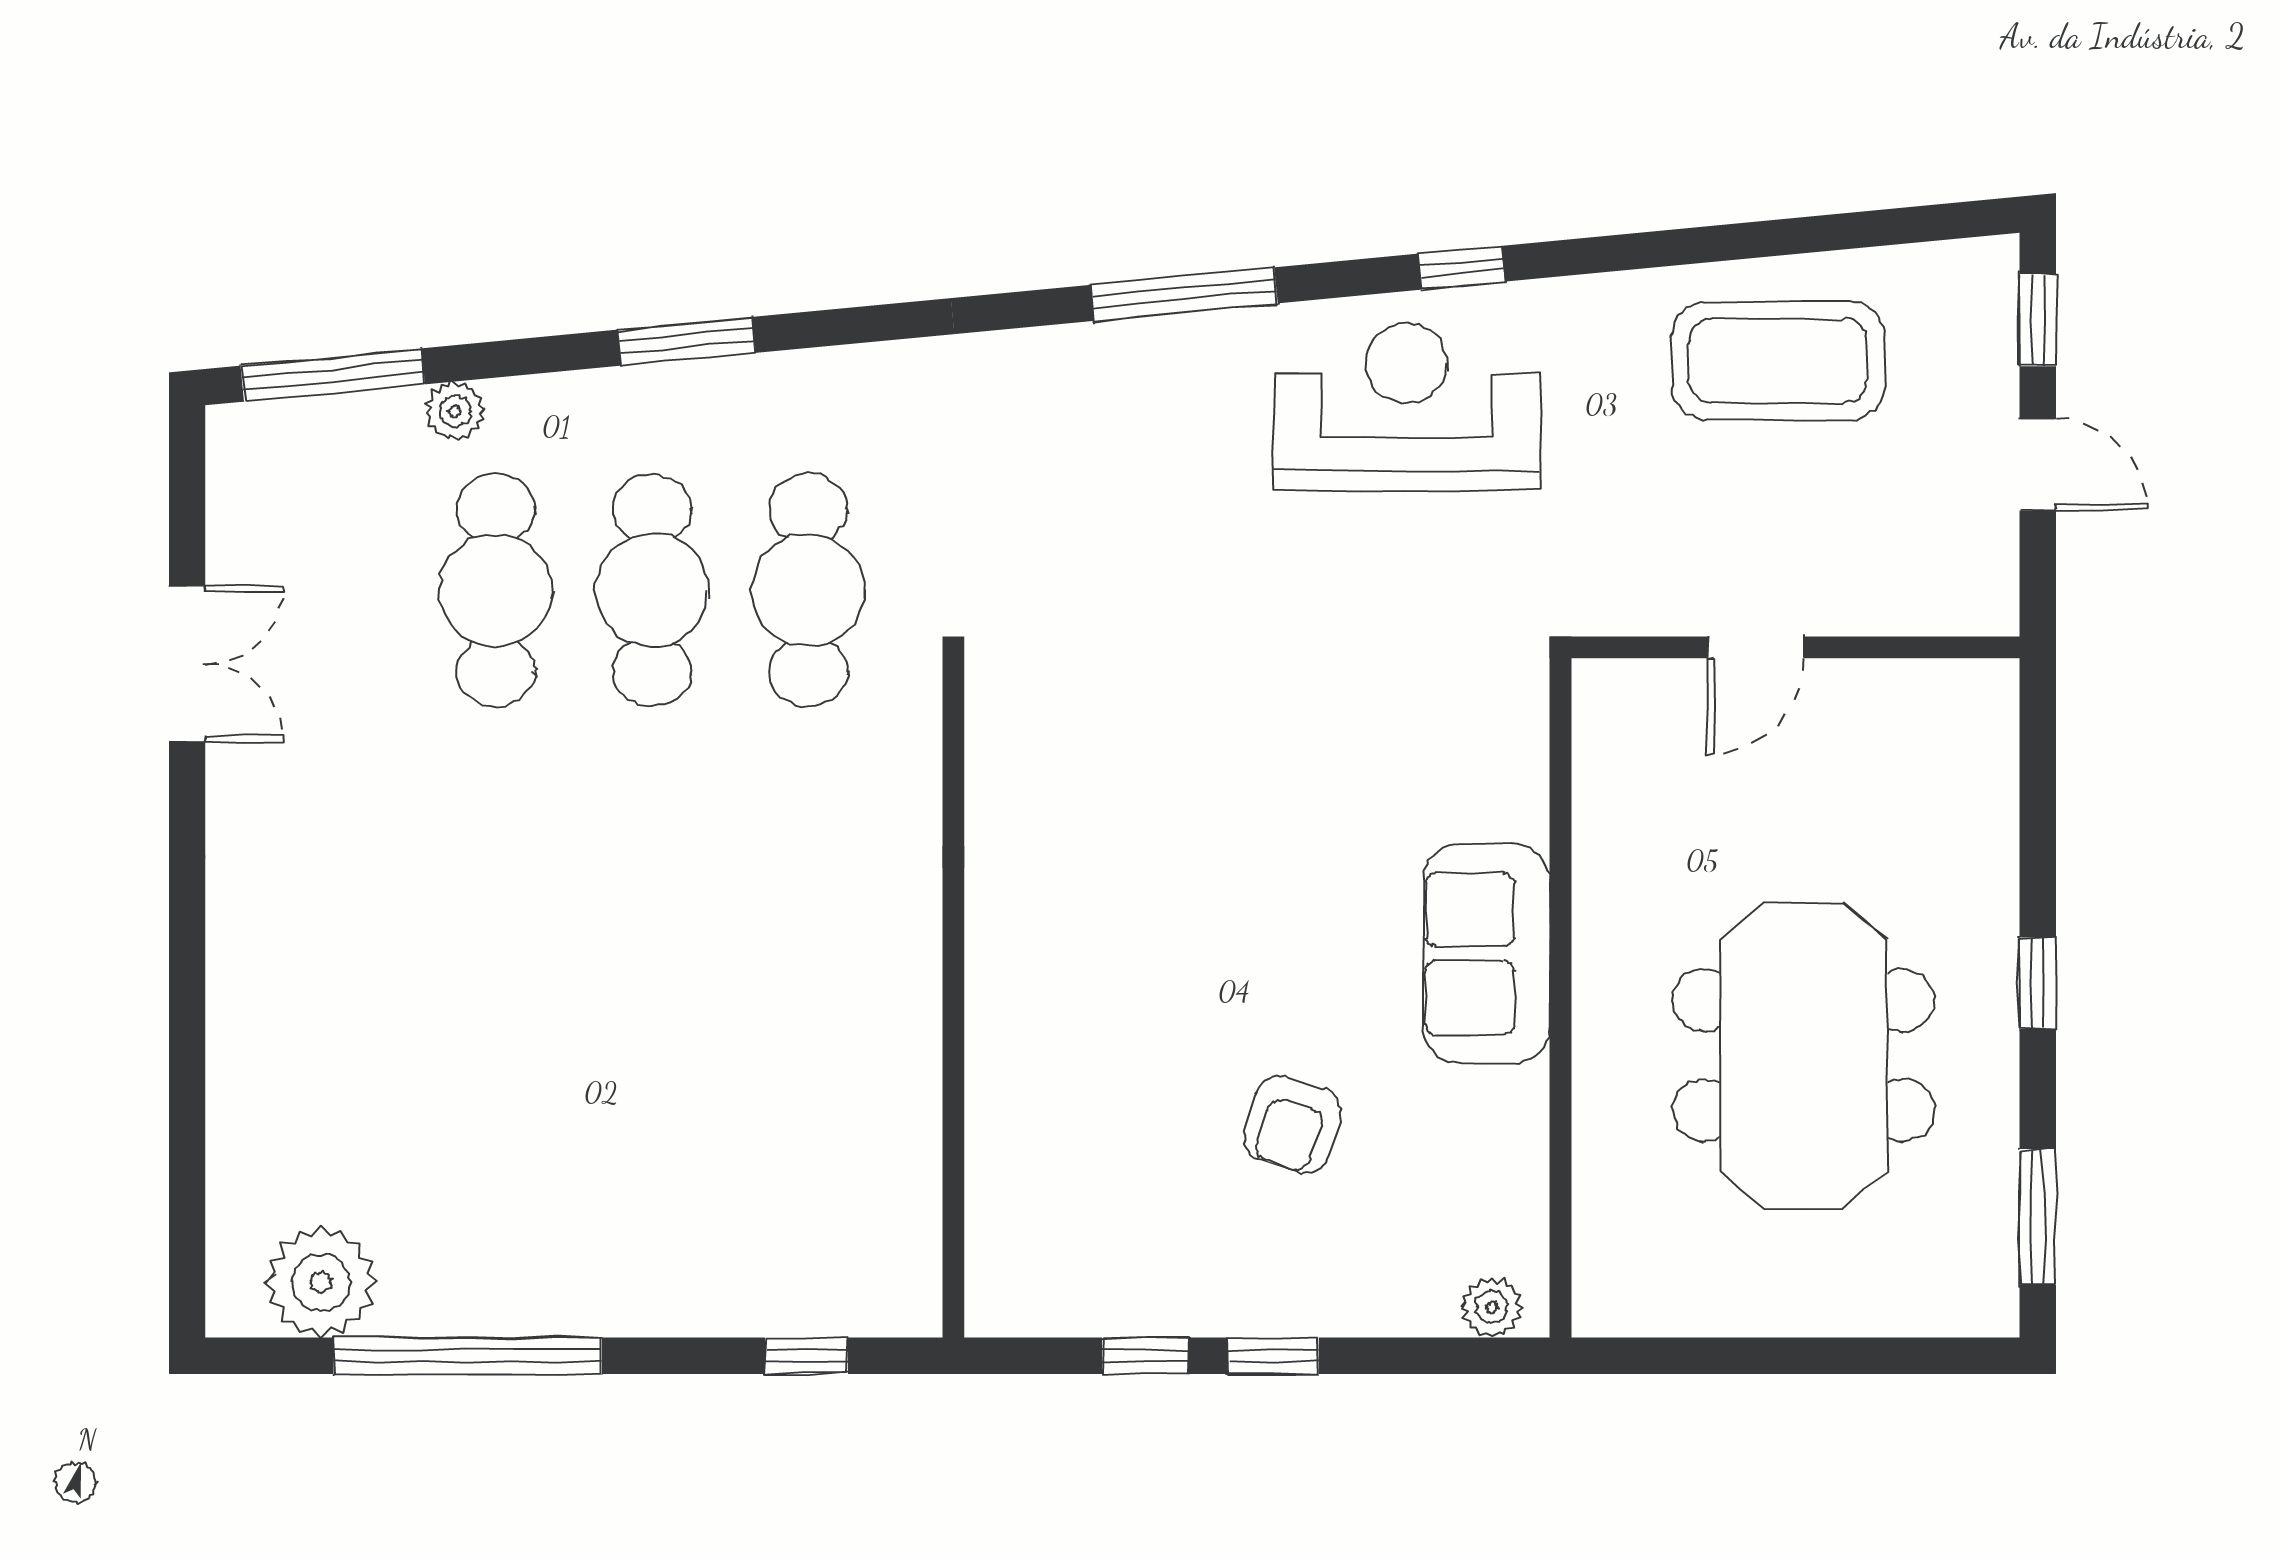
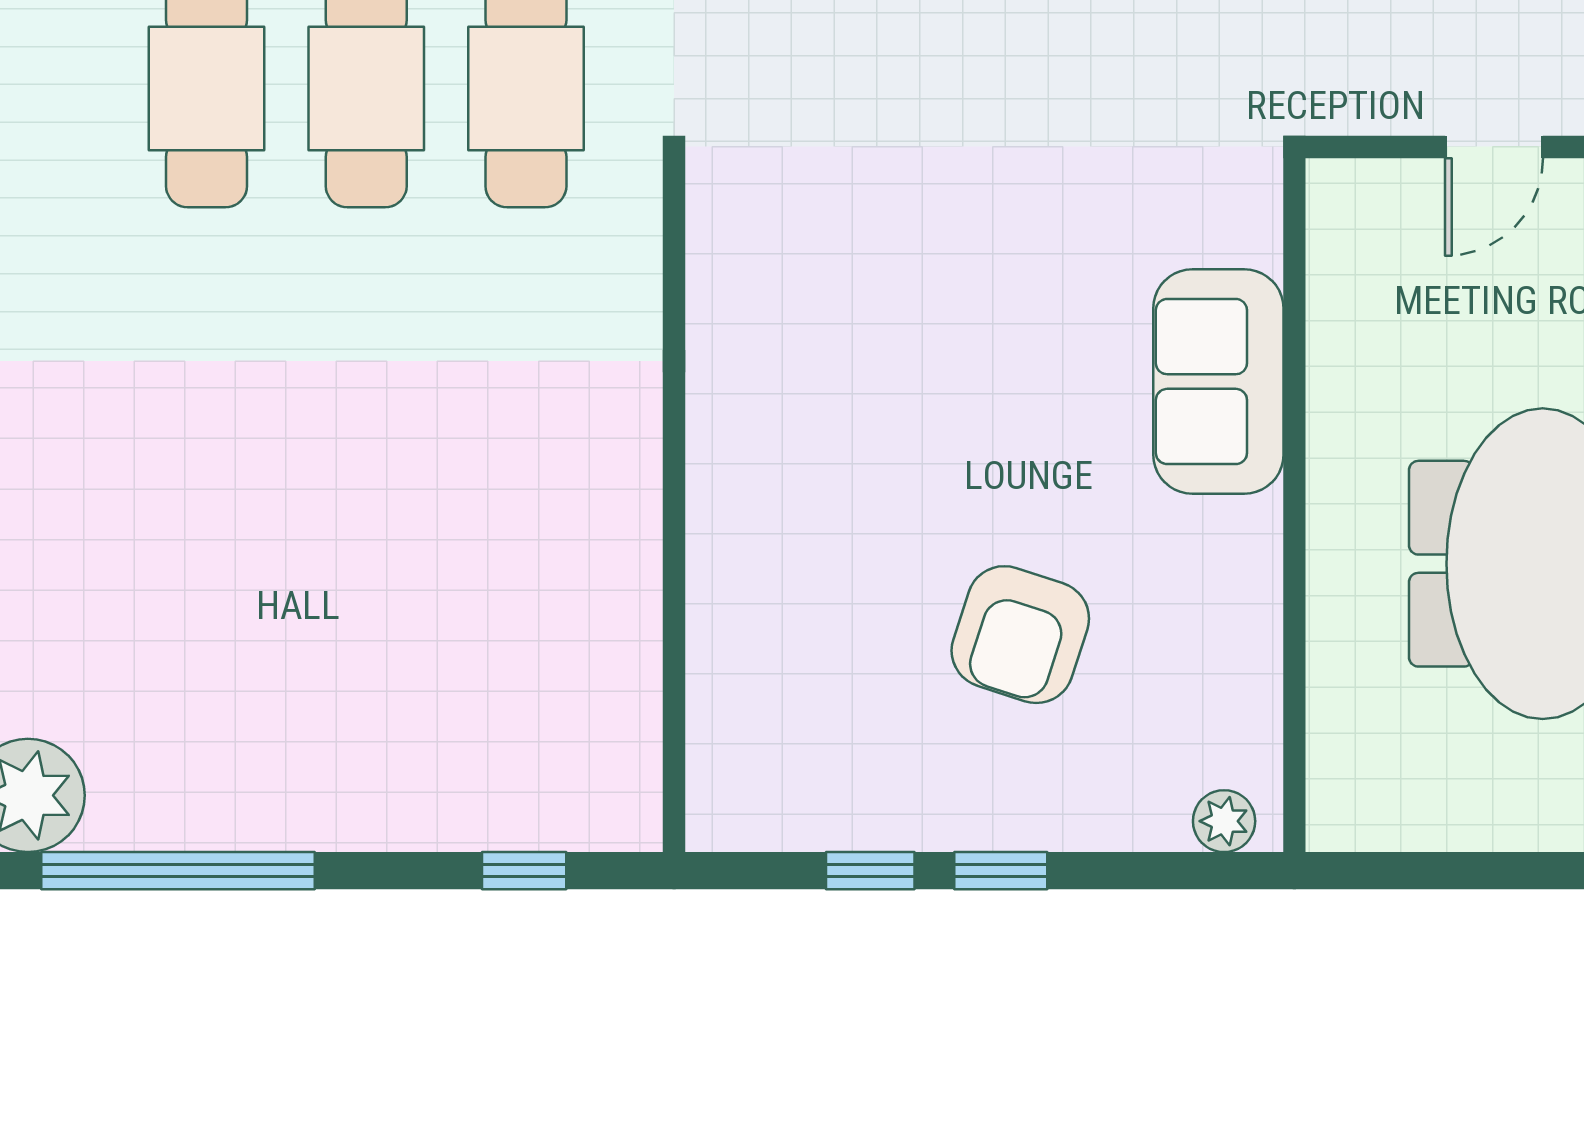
sofa: (1486, 954) -> (1218, 382), moved
armchair: (1292, 1125) -> (1020, 635), width x1.38, depth x1.38

